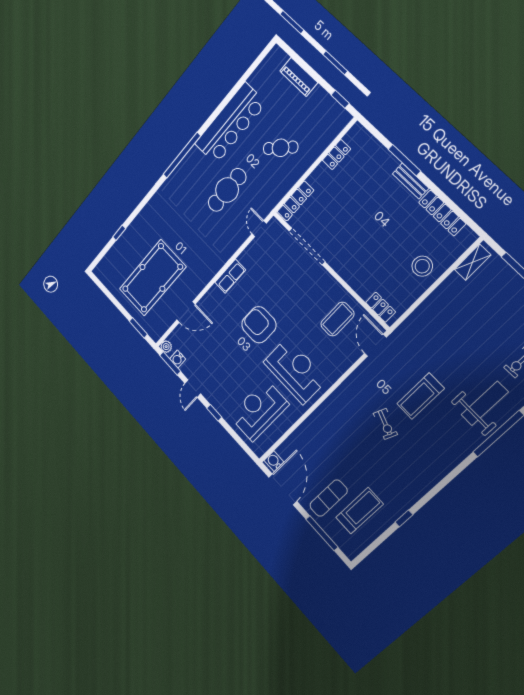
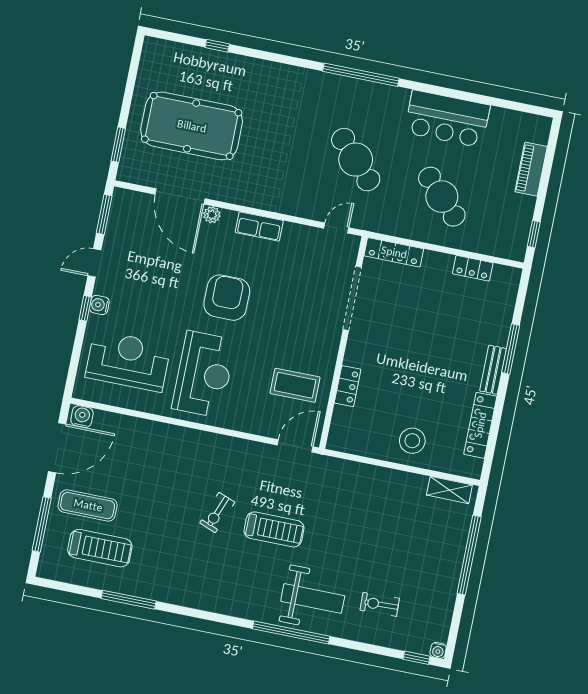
bar counter: (230, 124) -> (447, 119), width x0.73
cafe table: (281, 148) -> (442, 197), width x1.37, depth x1.35
cafe table: (227, 190) -> (356, 160), turned 47
locker: (381, 307) -> (348, 386), moved
door: (186, 312) -> (180, 196), width x1.36
plant: (166, 347) -> (212, 215), moved
water cooler: (178, 359) -> (99, 305), moved
treadmill: (420, 396) -> (274, 529), turned 180
window: (404, 518) -> (129, 600), width x2.17

